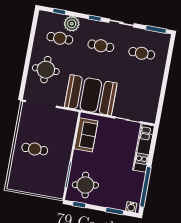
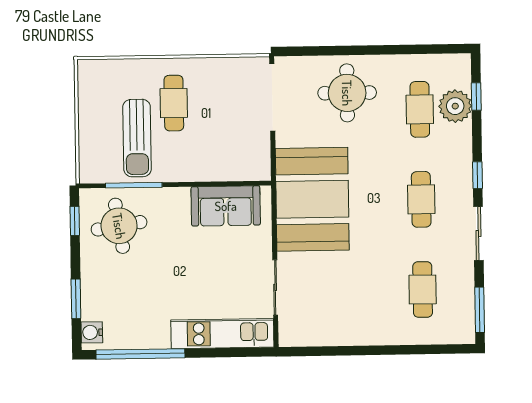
plant: (72, 24) -> (455, 106), moved
sun lounger: (47, 169) -> (137, 138), added

